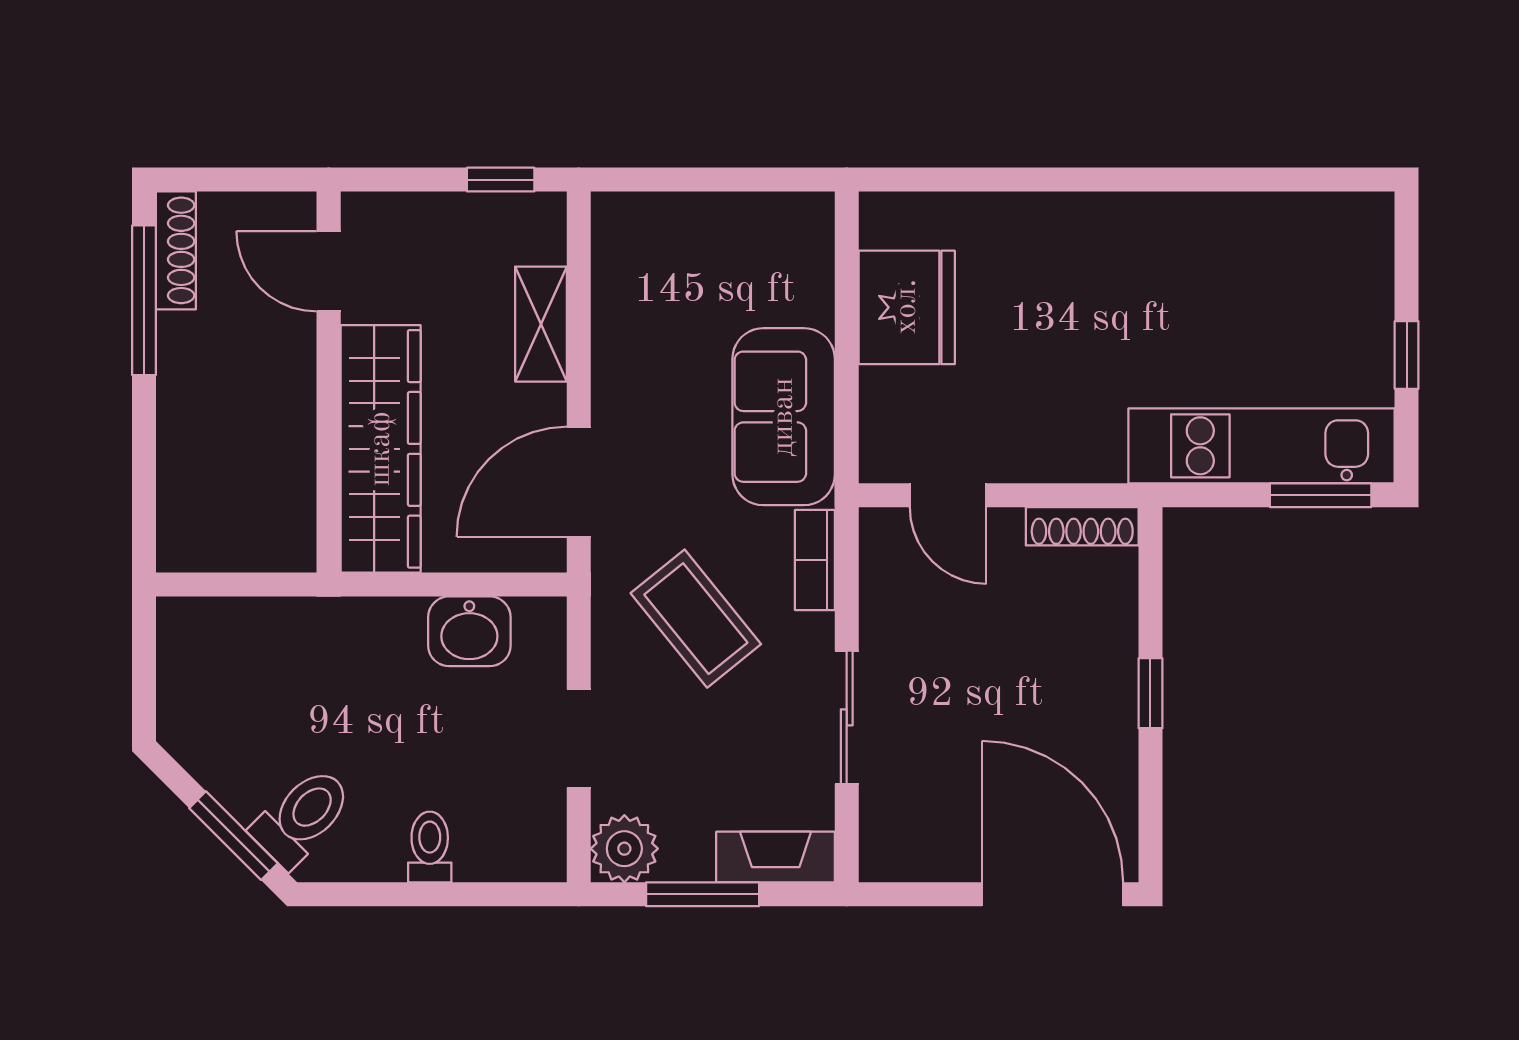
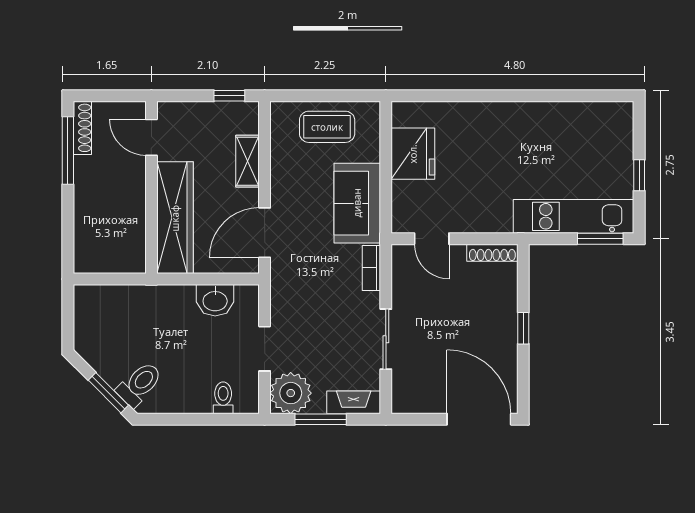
coffee table: (696, 619) -> (327, 127), moved, turned -51
toilet: (430, 847) -> (223, 398), moved
plant: (624, 849) -> (291, 393), width x1.36, depth x1.36

